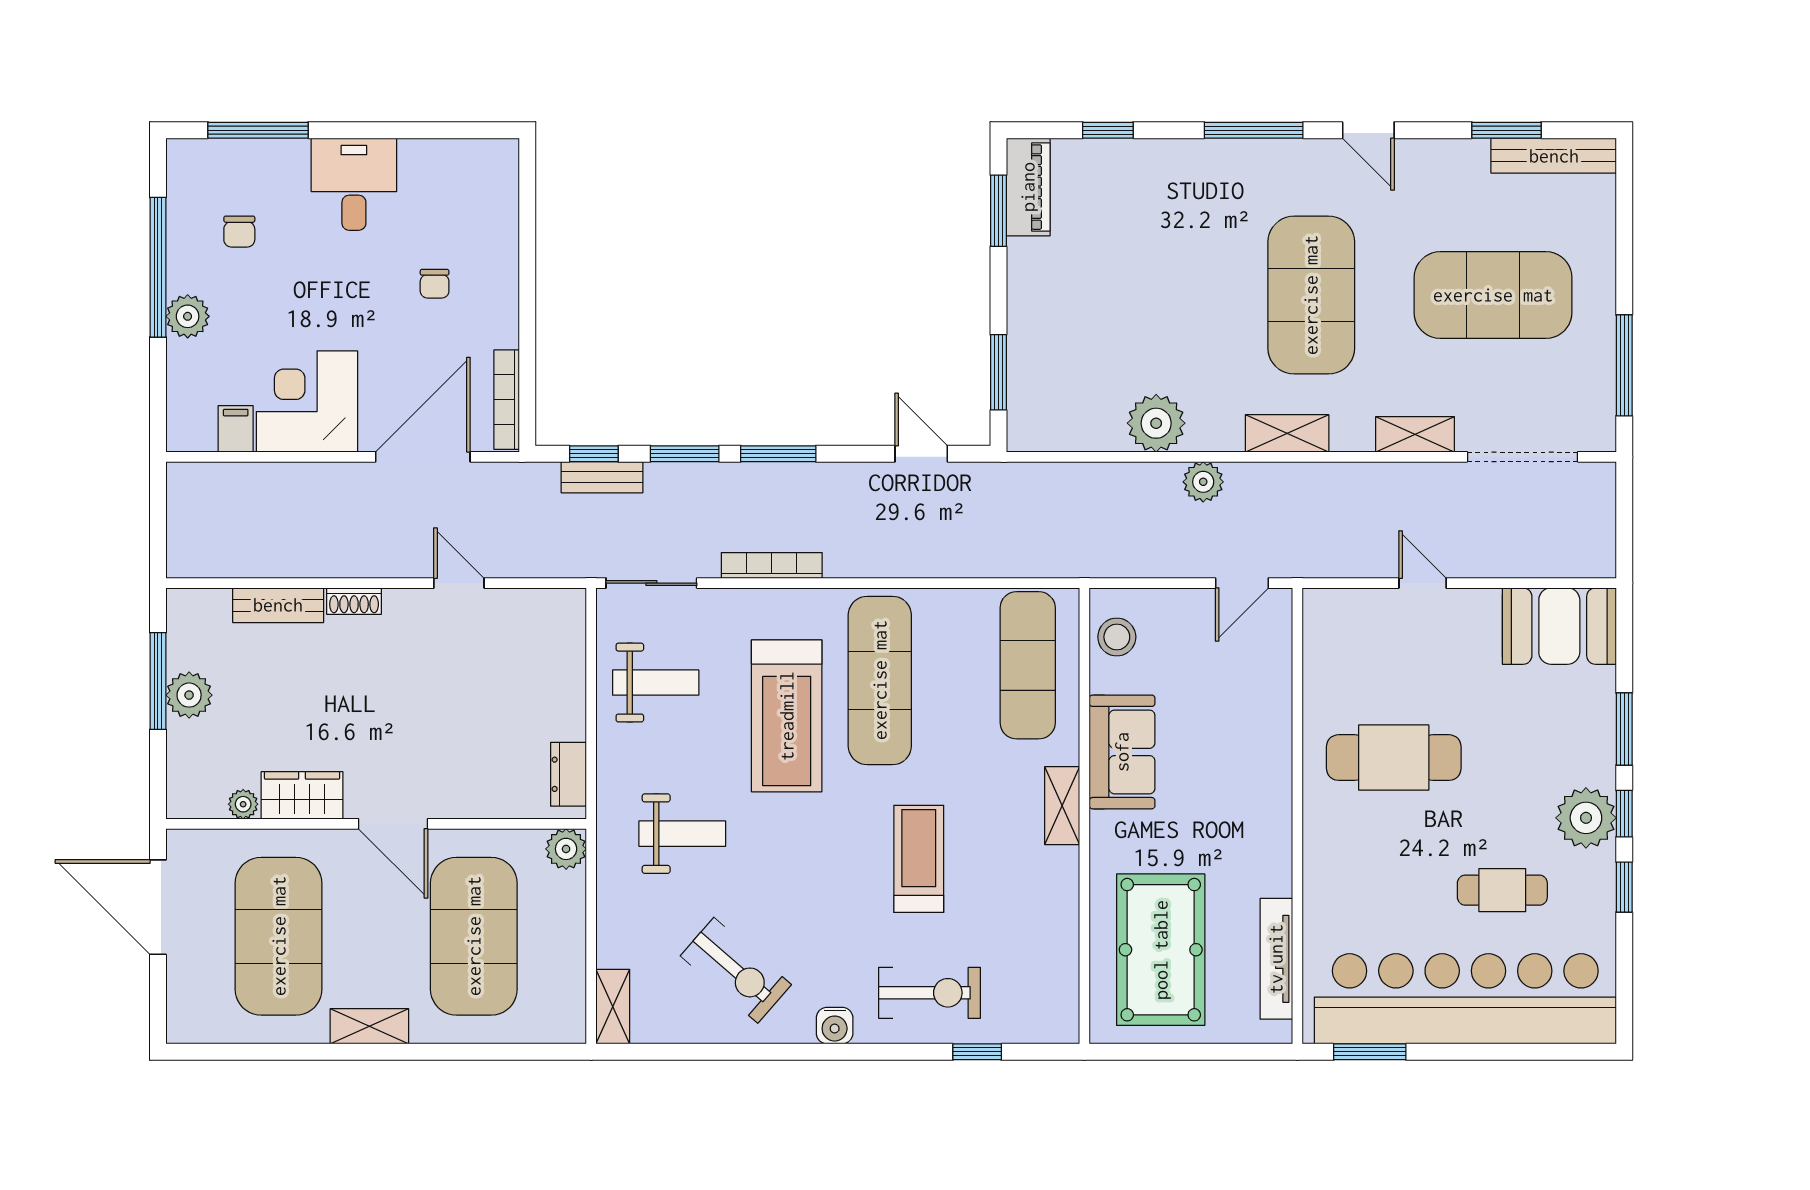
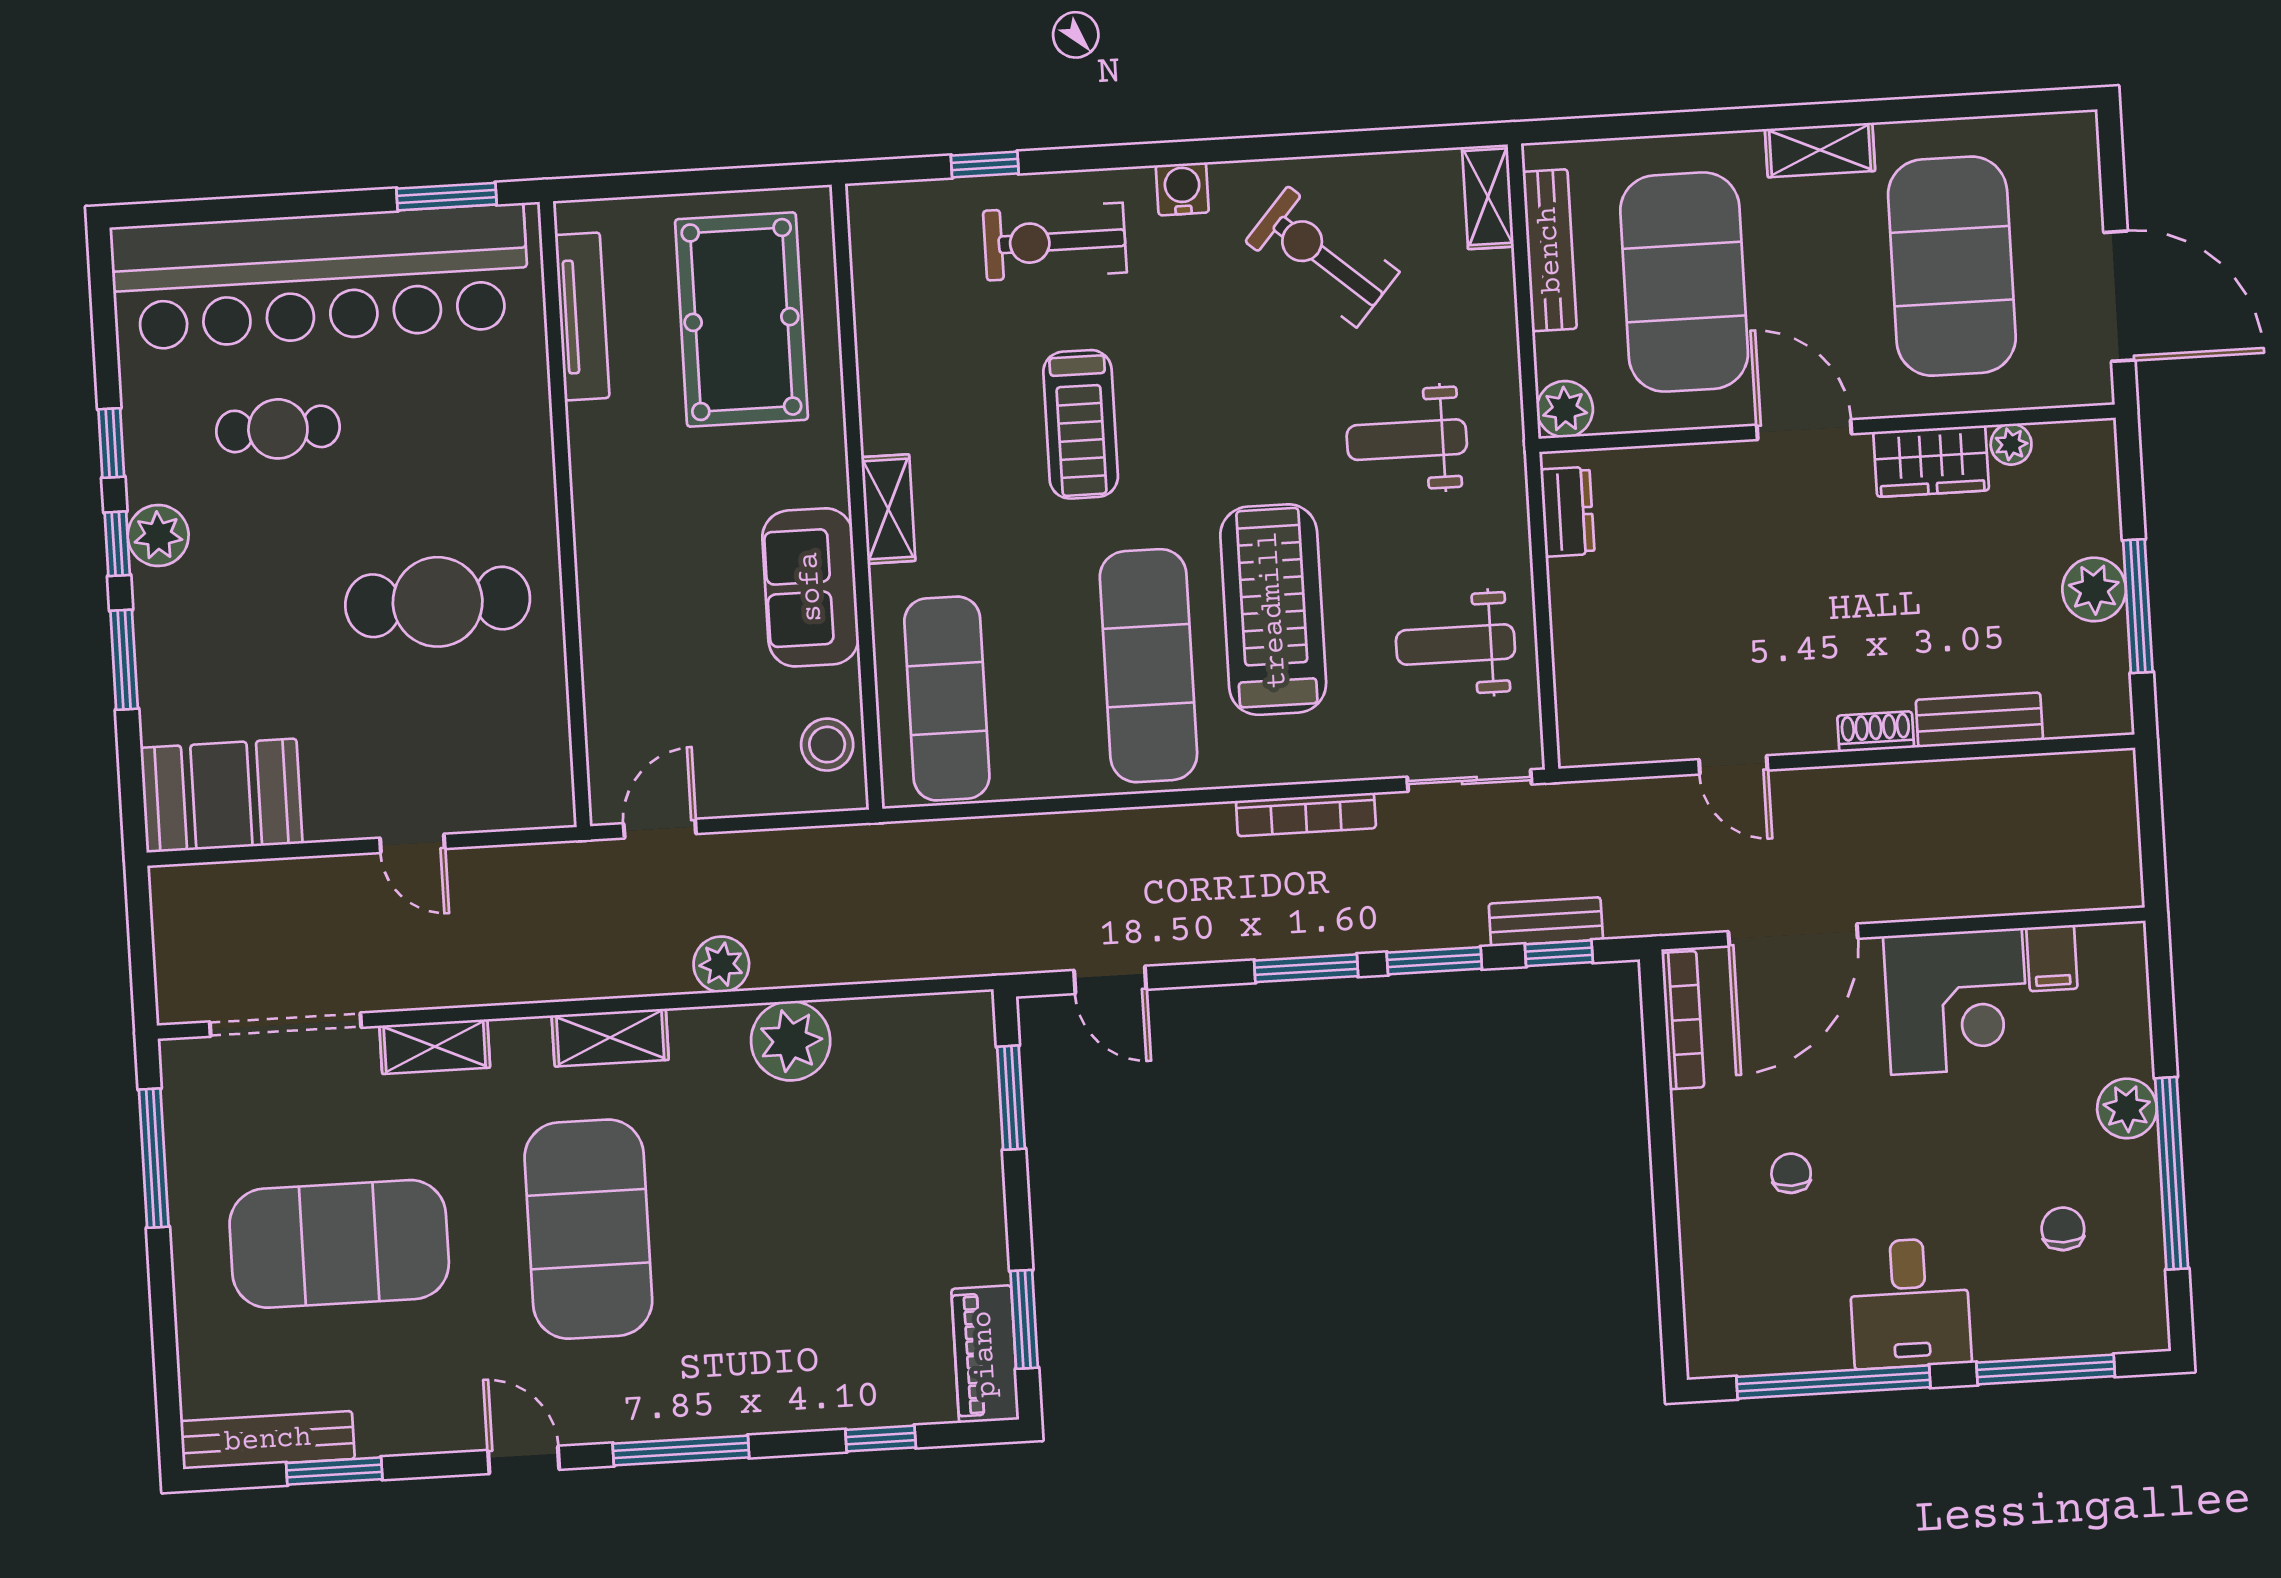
window: (413, 130) -> (1833, 1382), added
plant: (1586, 818) -> (158, 535), width x0.73, depth x0.73
bench: (570, 965) -> (1550, 250), added

